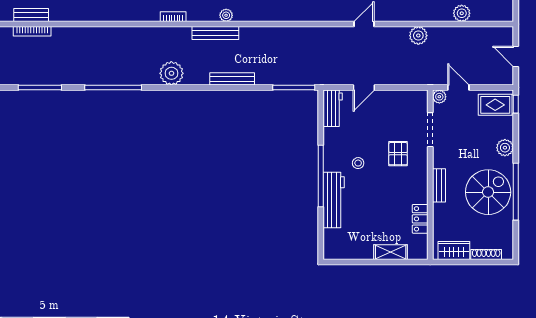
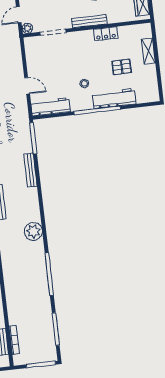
bench: (232, 79) -> (30, 170), moved
workbench: (333, 108) -> (51, 107), width x1.38
pallet: (398, 154) -> (122, 67), moved
bench: (439, 185) -> (89, 21), width x1.36
locker: (420, 219) -> (106, 34), moved

